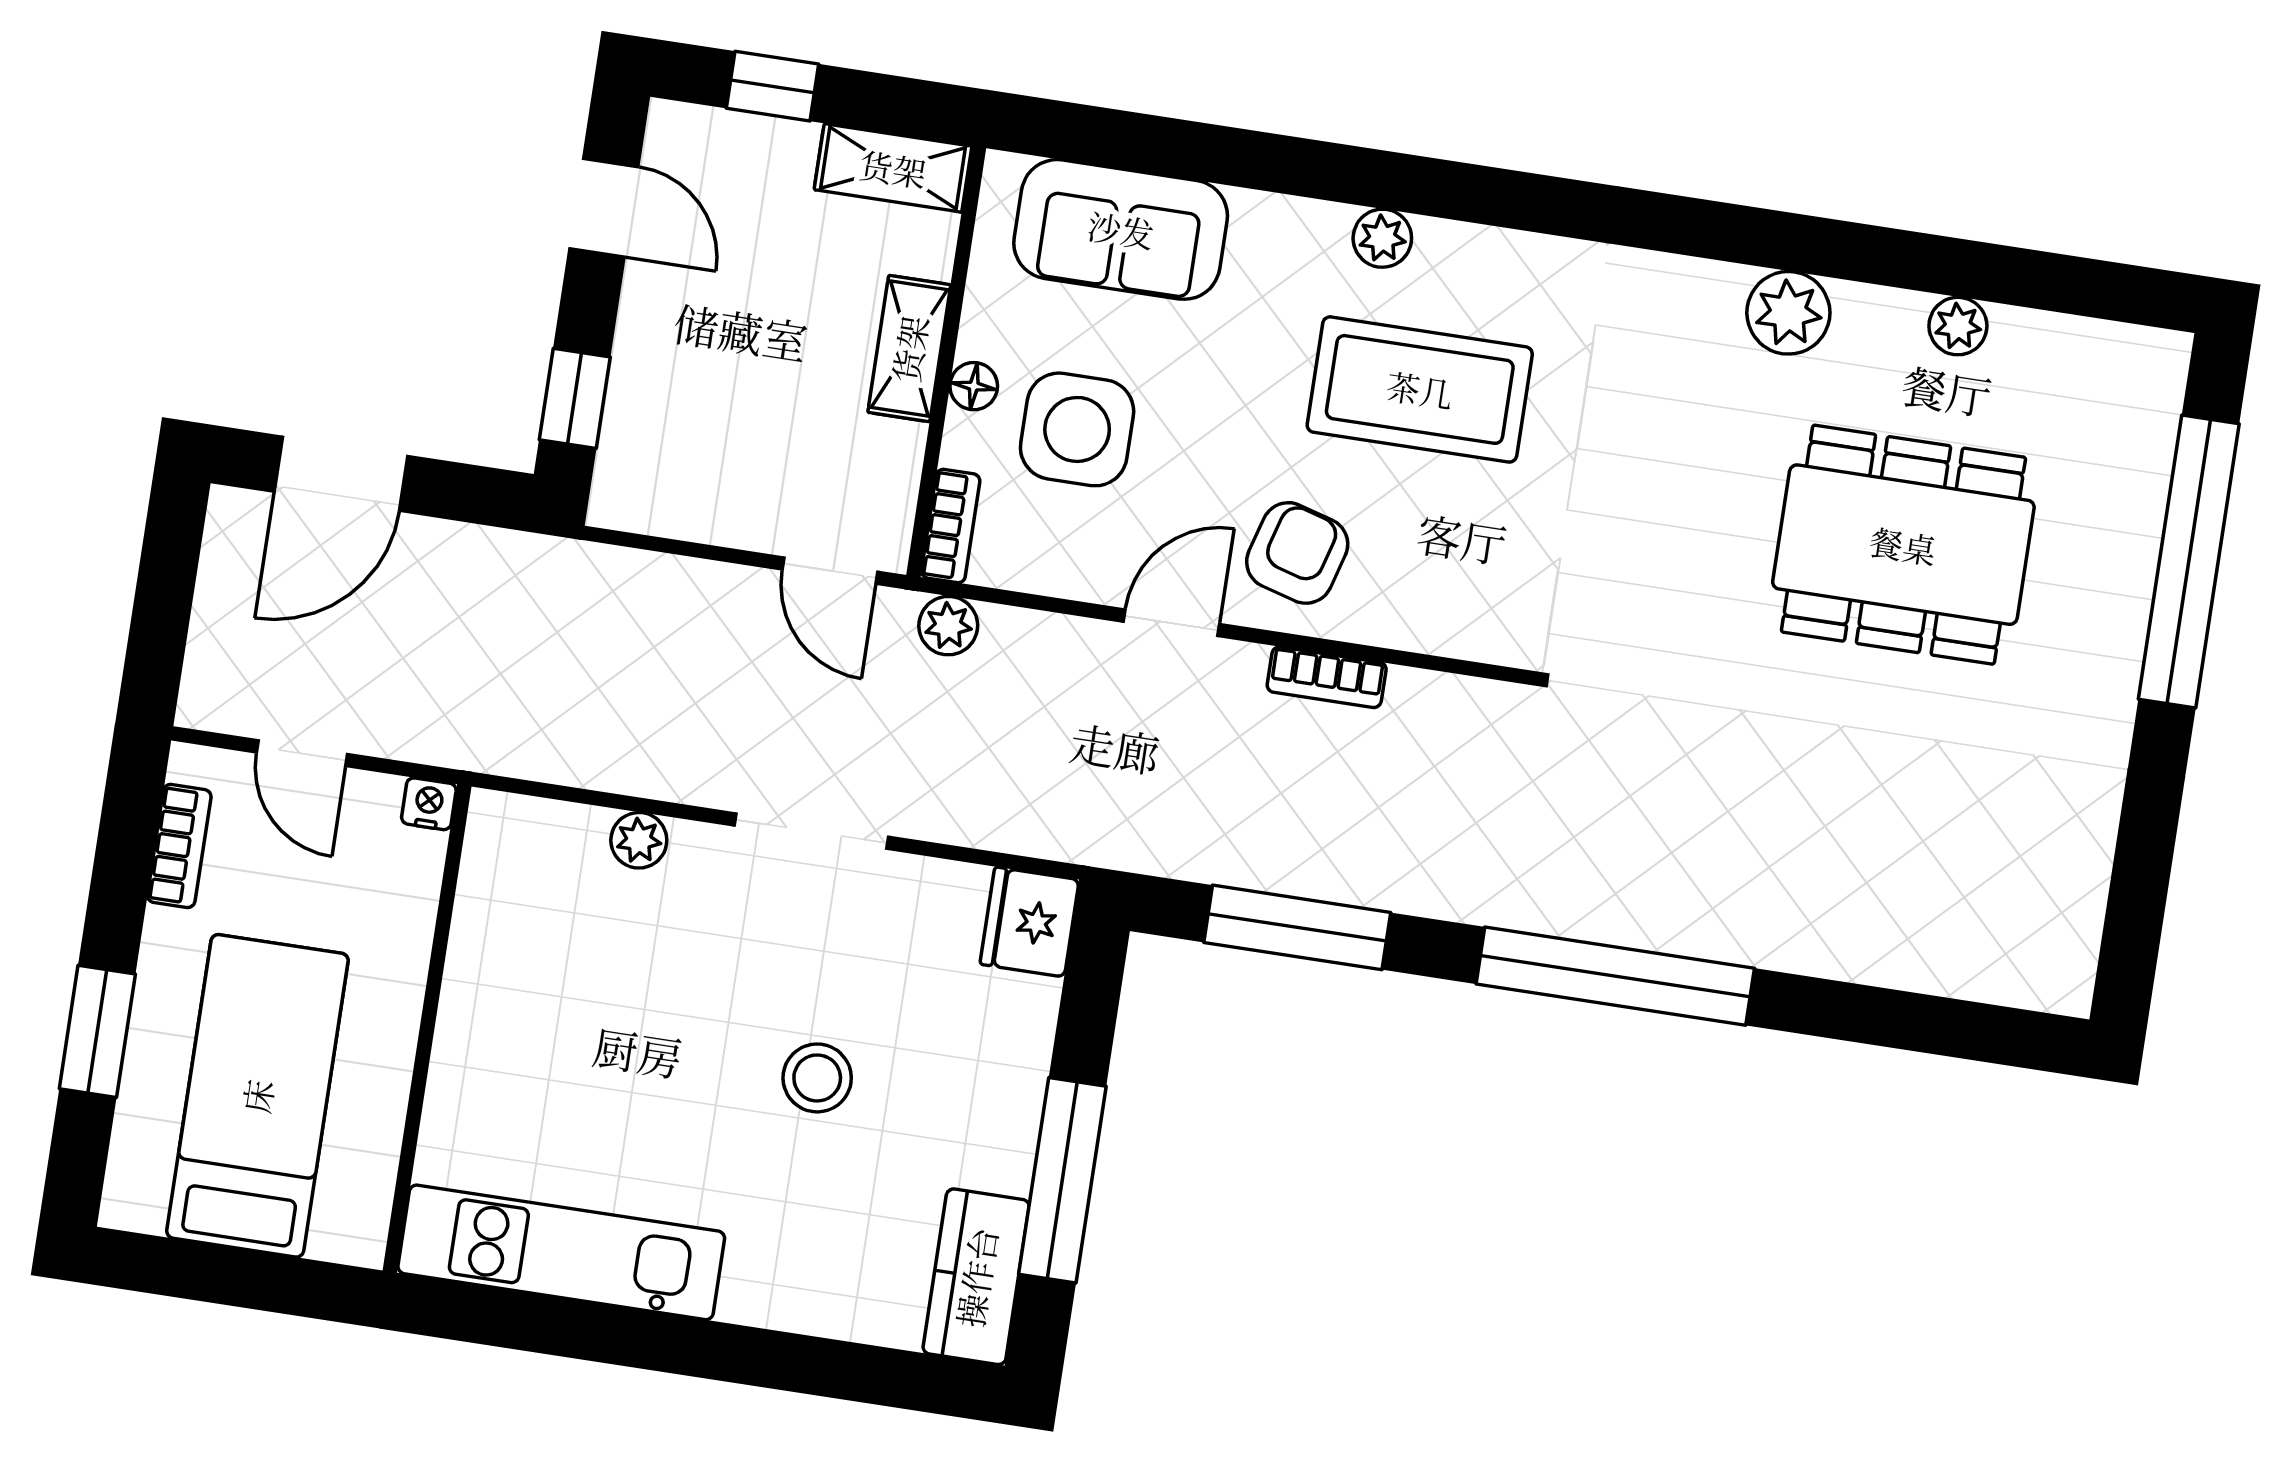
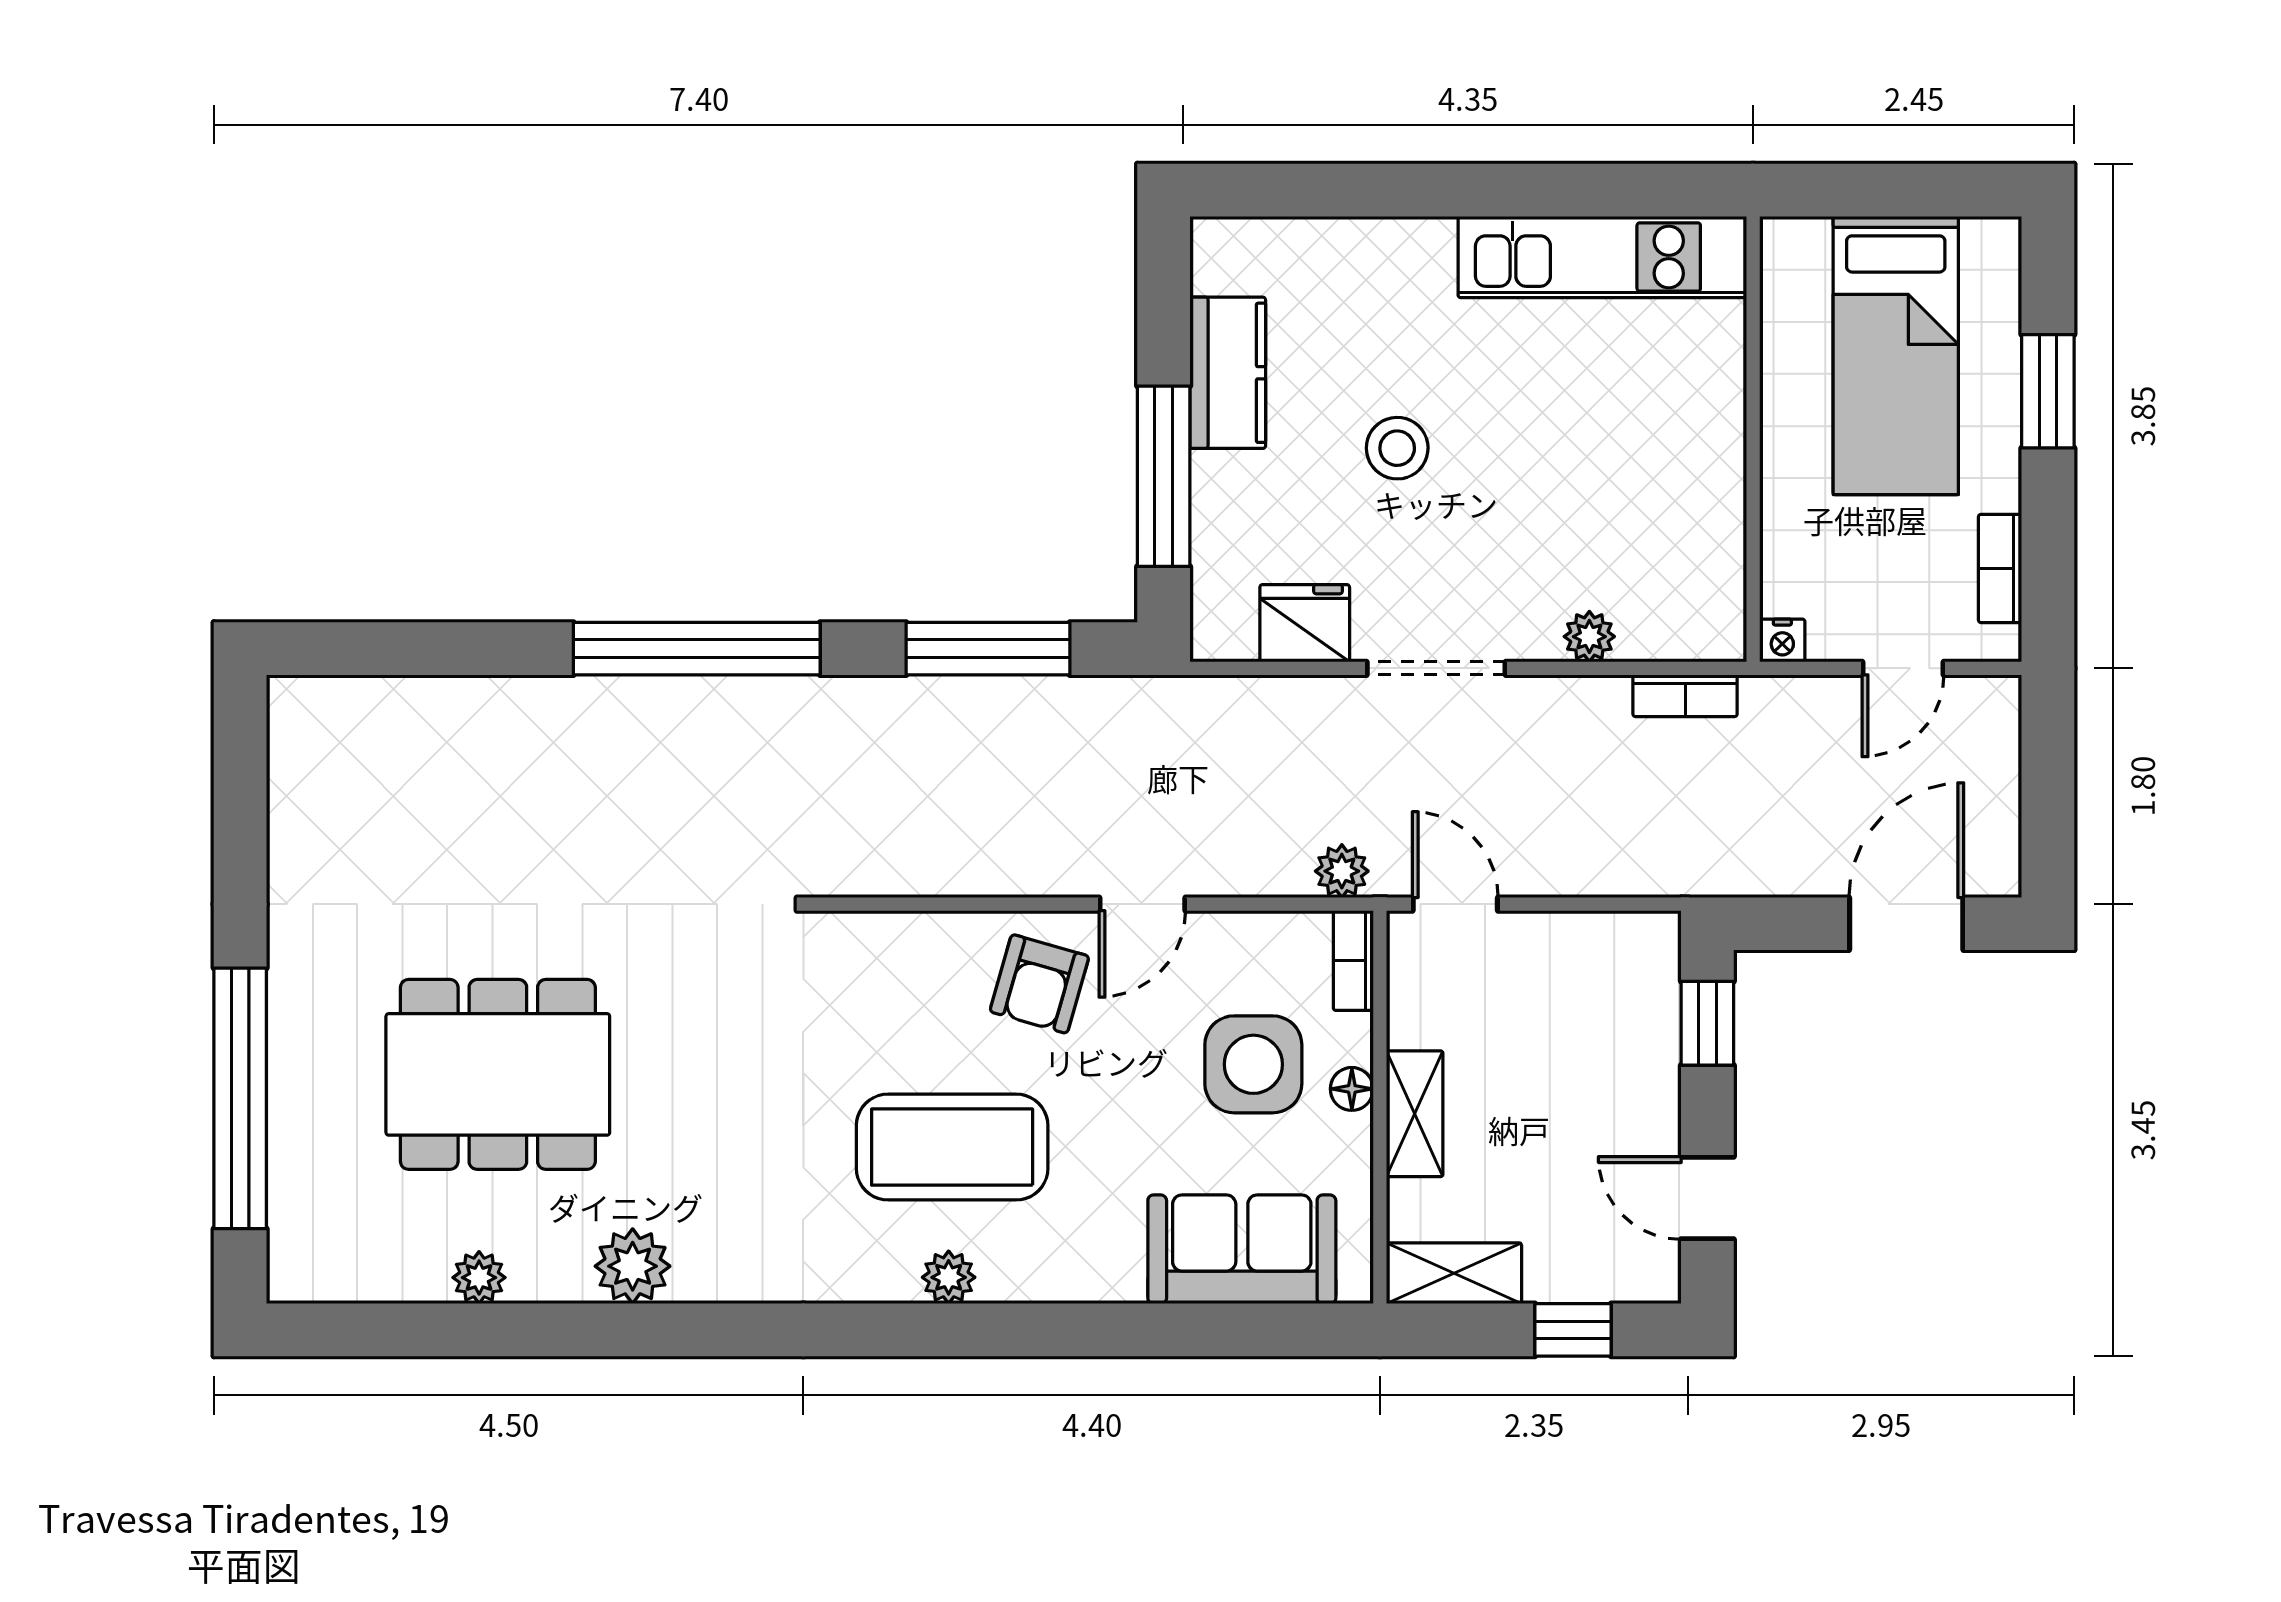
plant: (1382, 238) -> (949, 1277), moved
bookcase: (1327, 677) -> (1685, 696), moved, turned 180
door: (302, 753) -> (1903, 668), swing flipped
fridge: (1030, 922) -> (1305, 623), moved, turned -90
window: (1062, 1180) -> (1164, 476), moved
kitchen counter: (976, 1277) -> (1228, 373), moved

